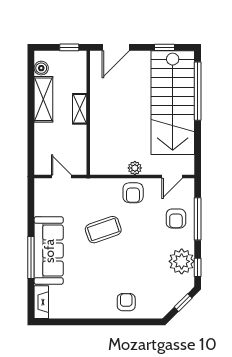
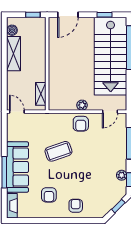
shelving: (80, 109) -> (41, 94), moved
door: (61, 177) -> (17, 112), moved
armchair: (176, 219) -> (49, 195), moved
plant: (182, 261) -> (122, 175), width x0.53, depth x0.53

